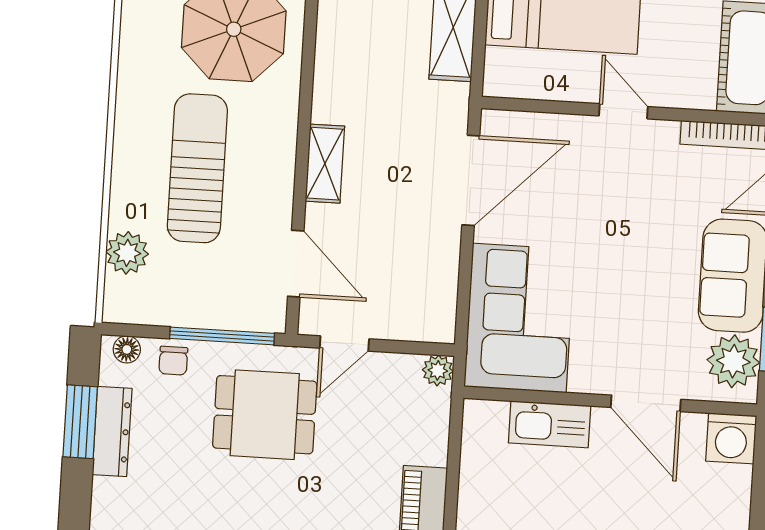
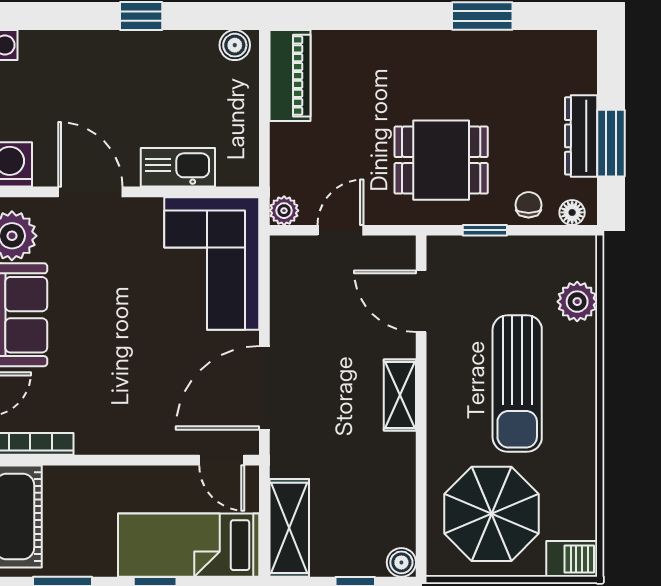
door: (623, 111) -> (222, 460), moved
window: (222, 336) -> (485, 230), width x0.46
door: (344, 343) -> (340, 230), moved

